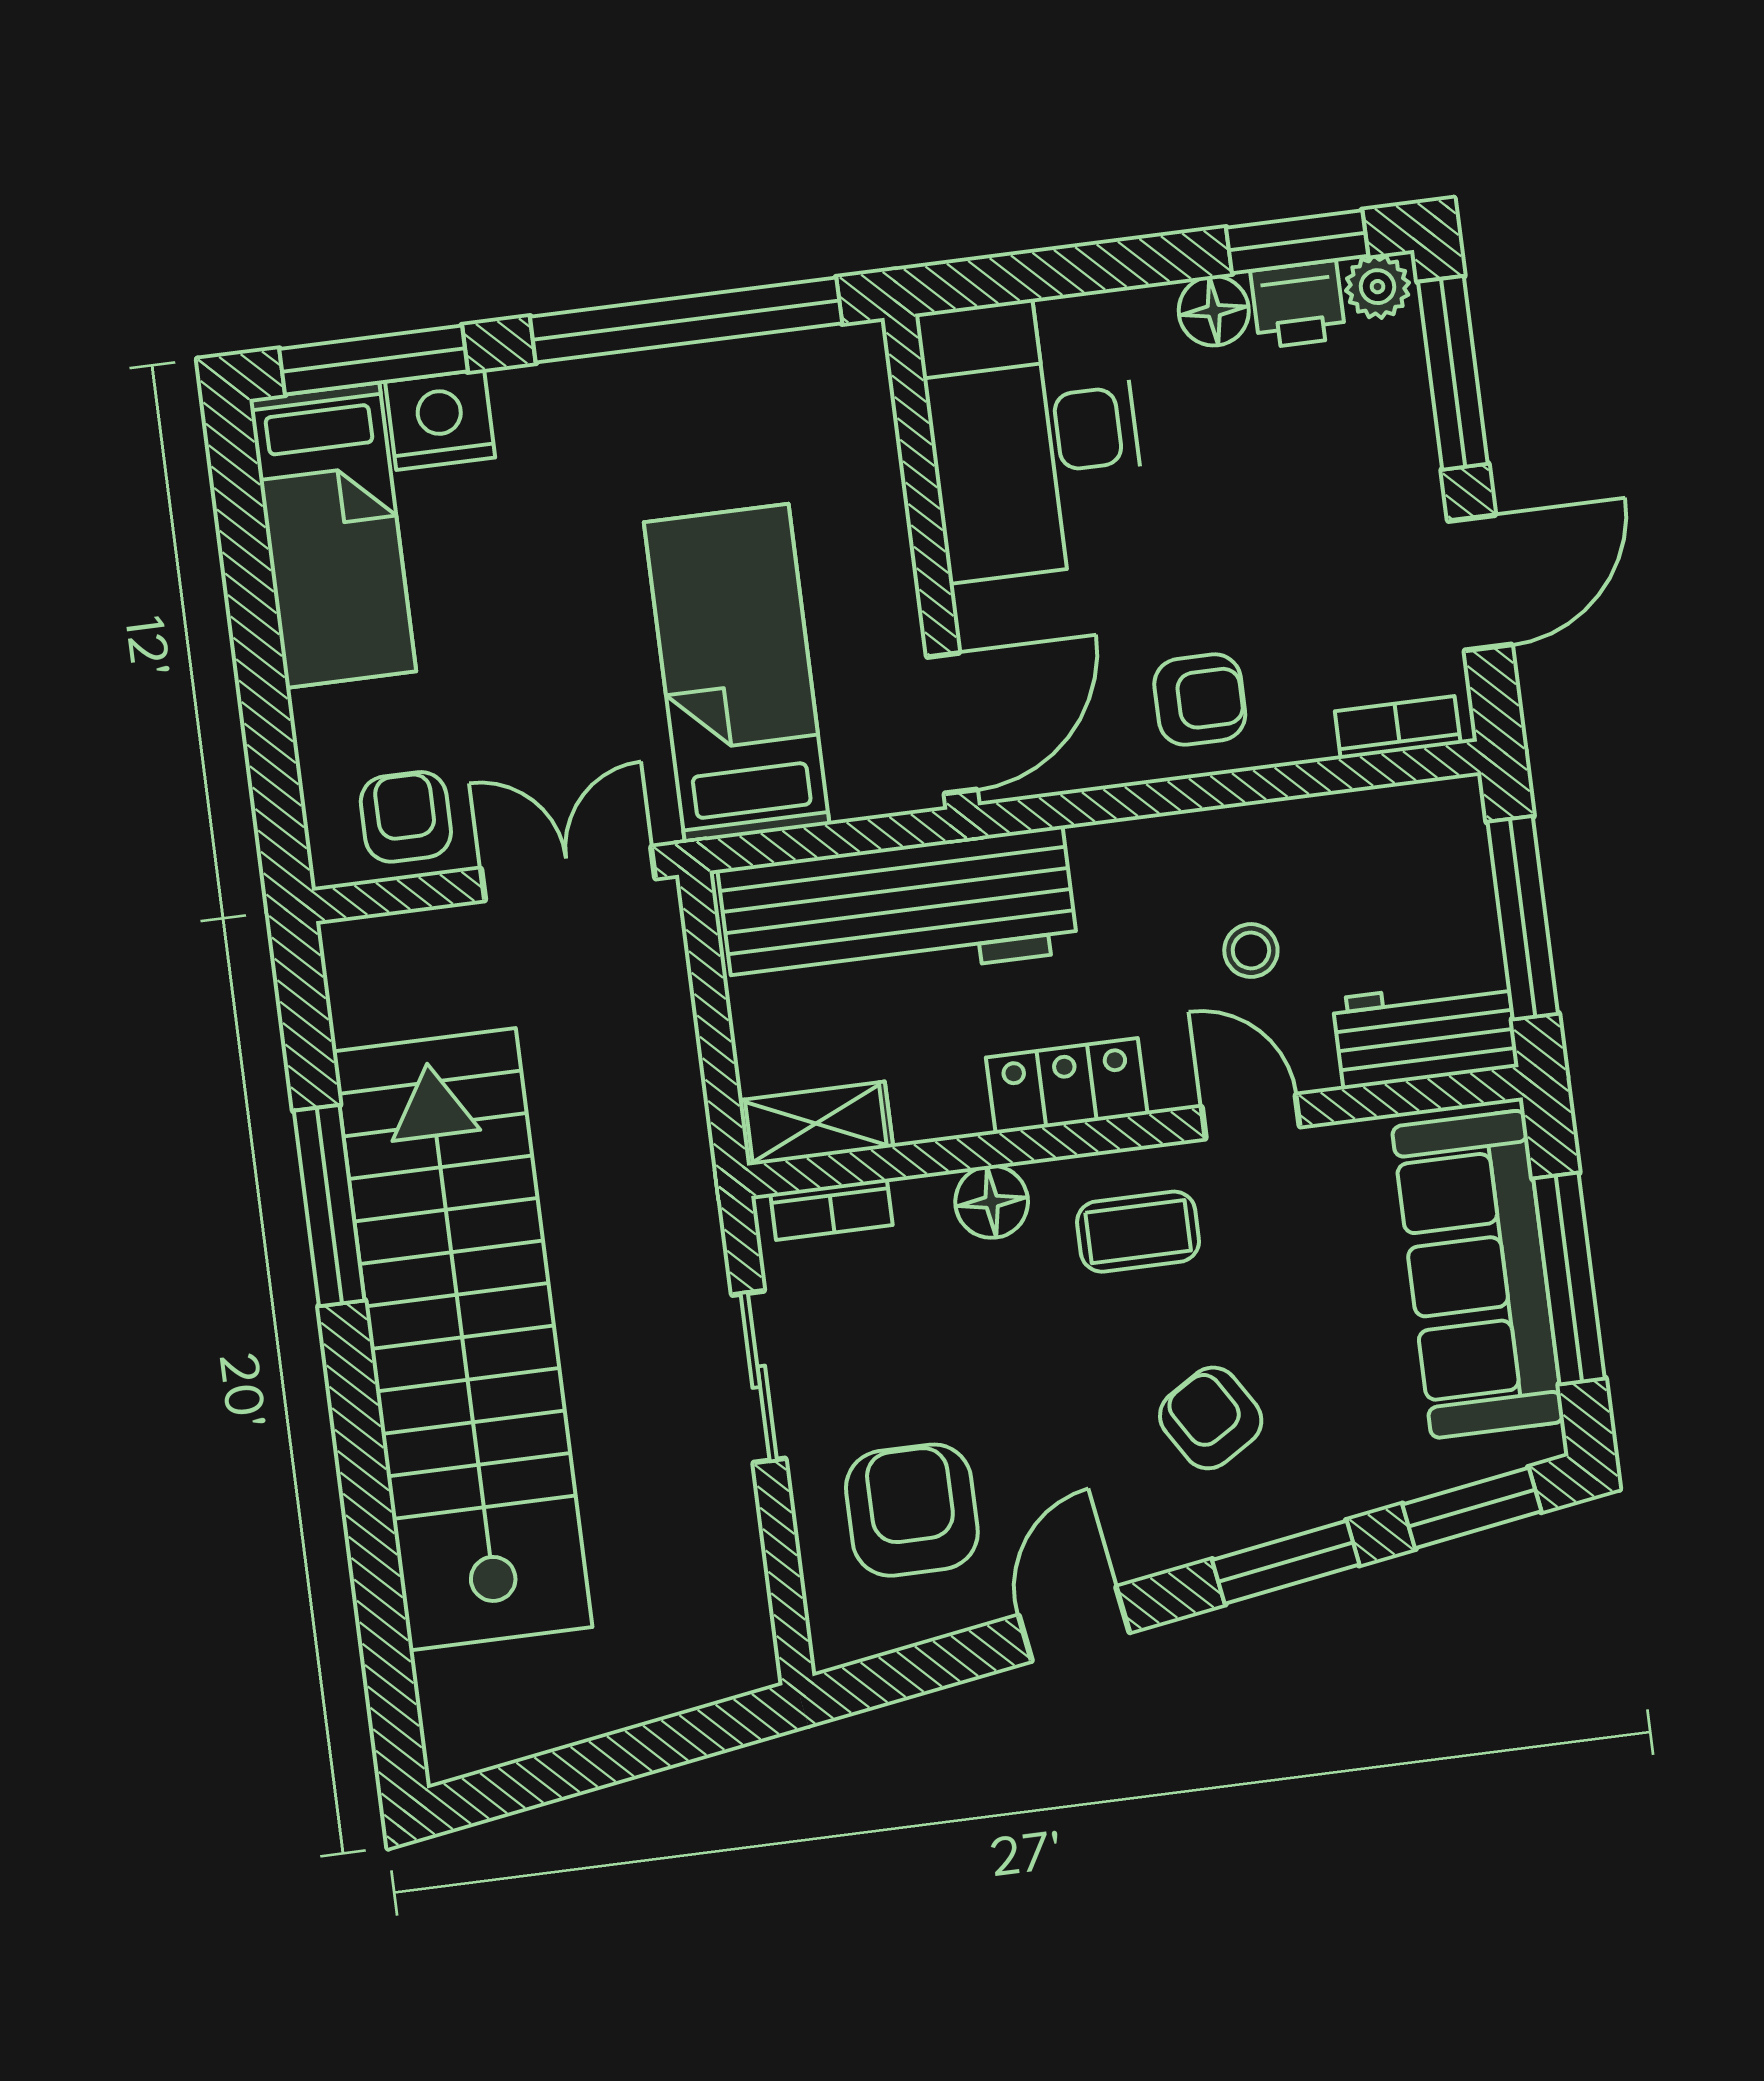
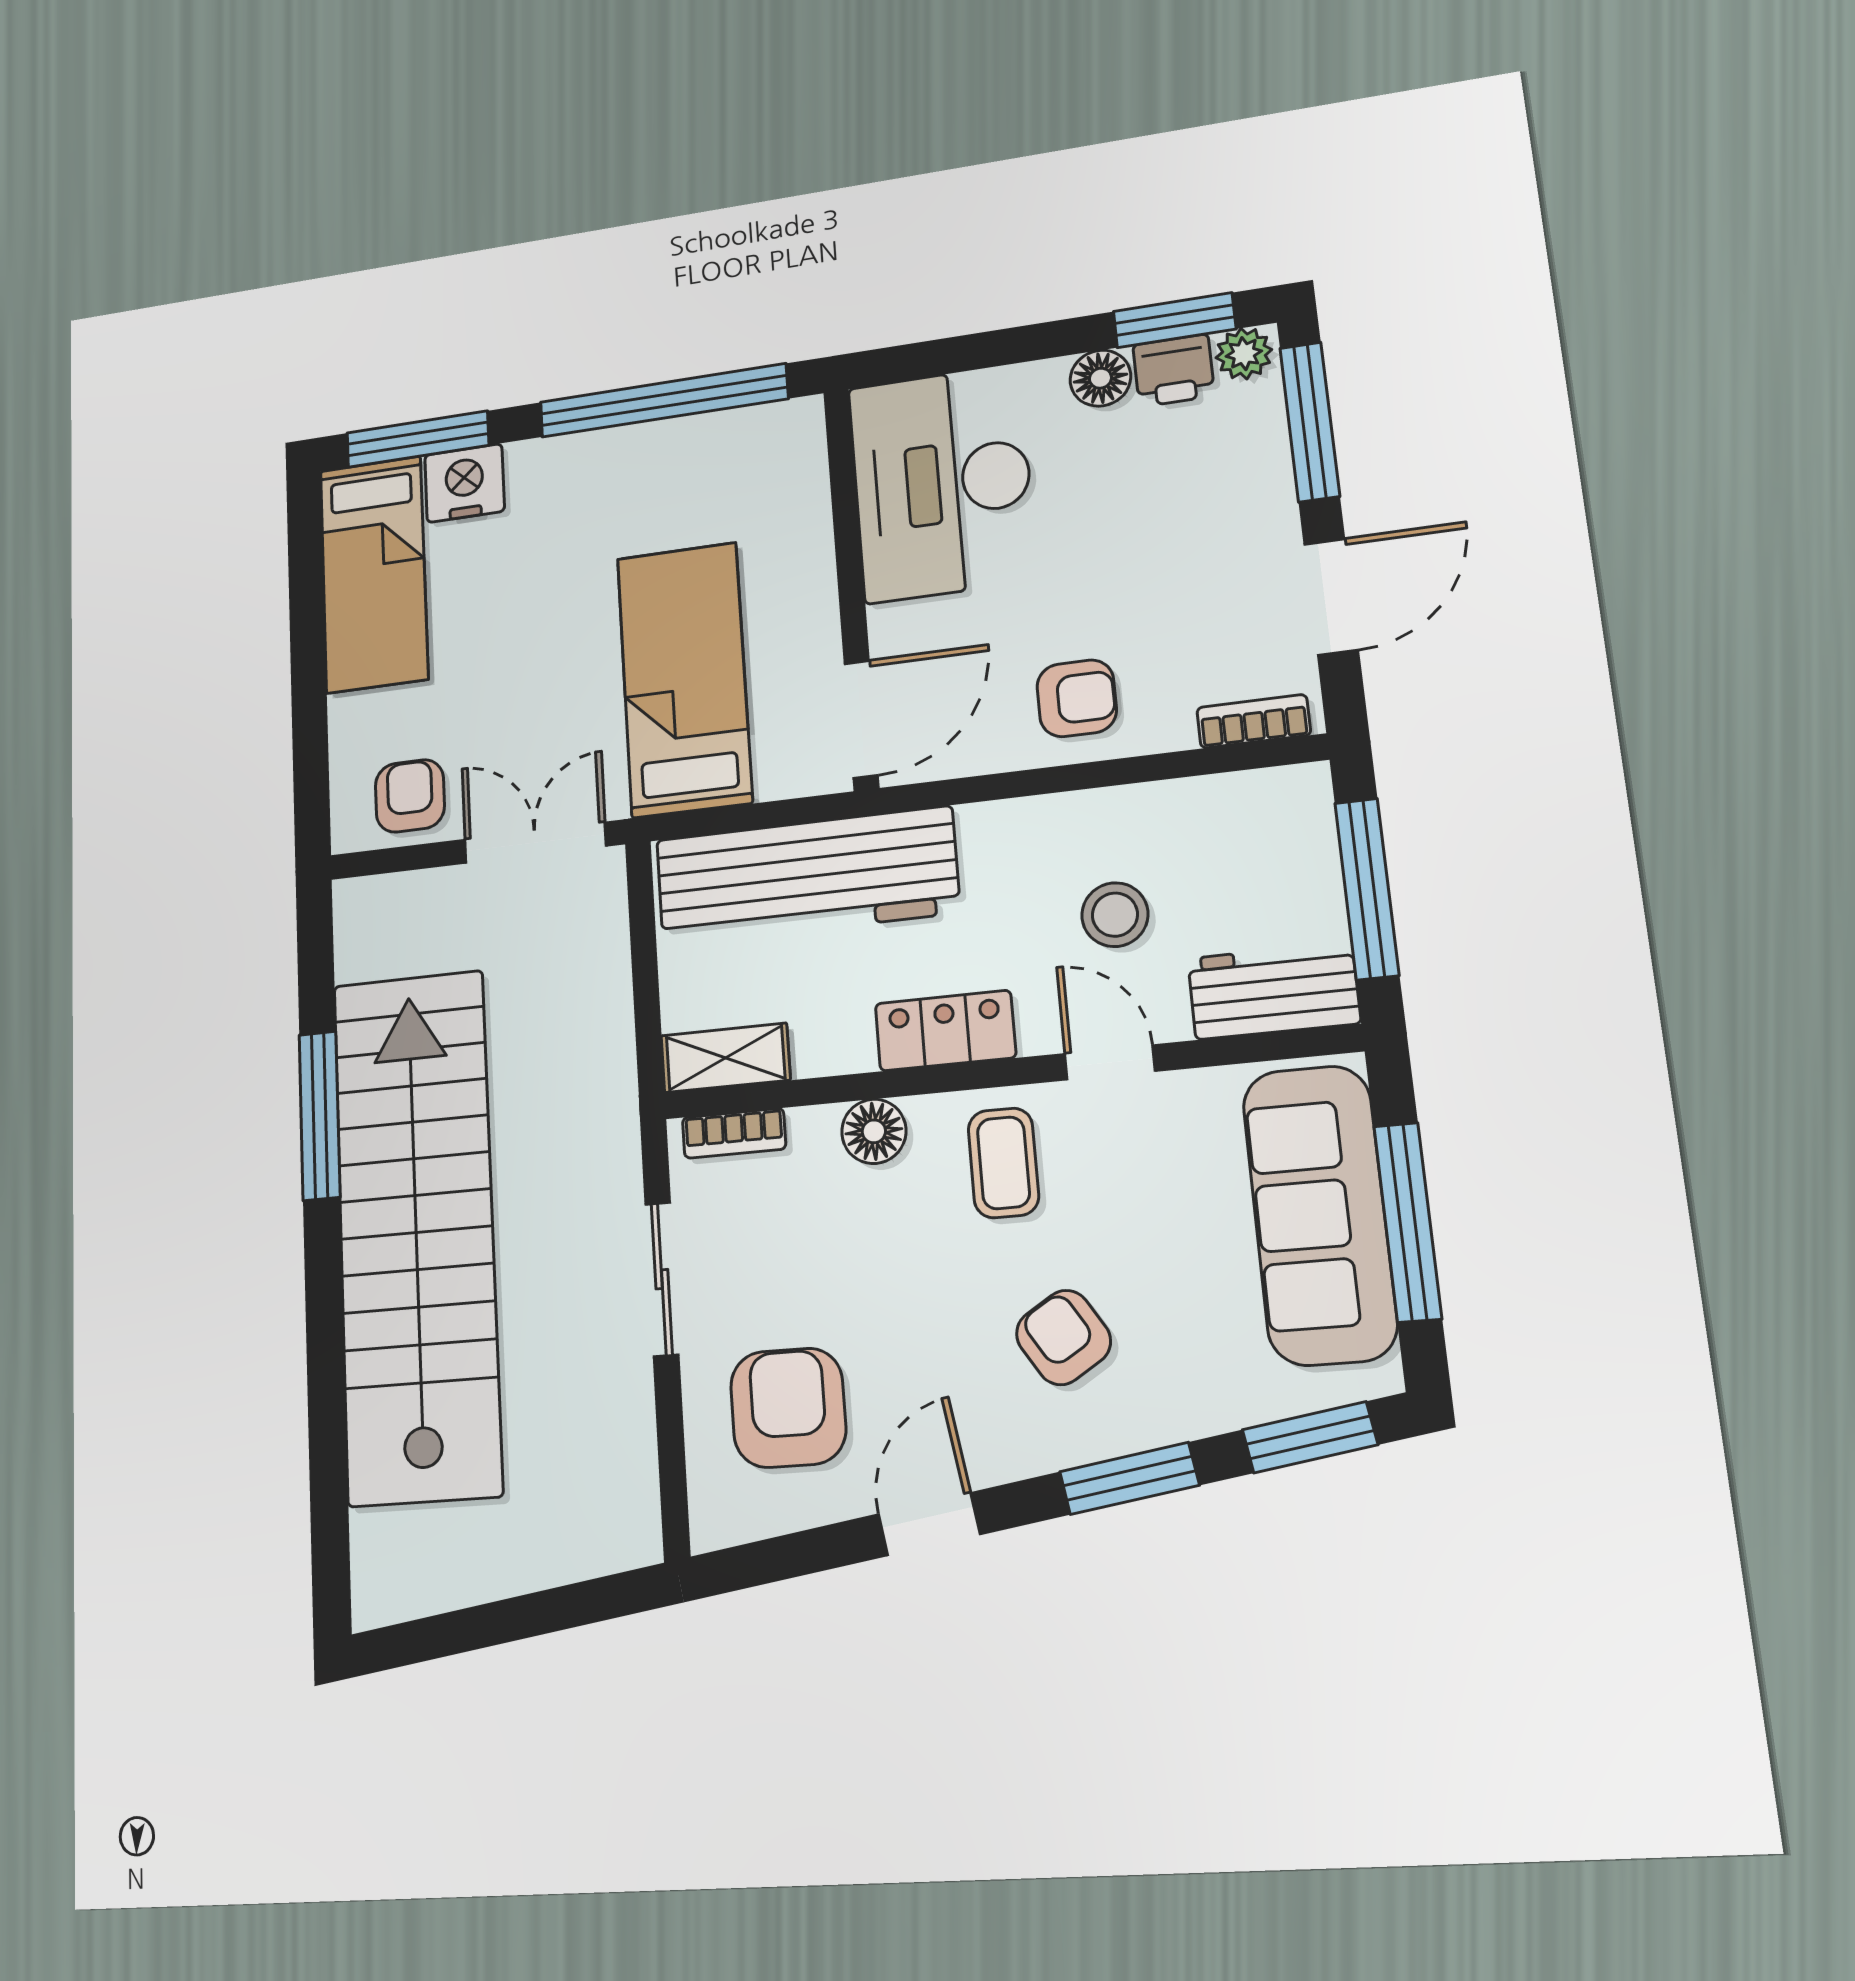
stool: (1251, 951) -> (1115, 915), width x1.37, depth x1.37
coffee table: (1138, 1232) -> (1003, 1163), turned 90

